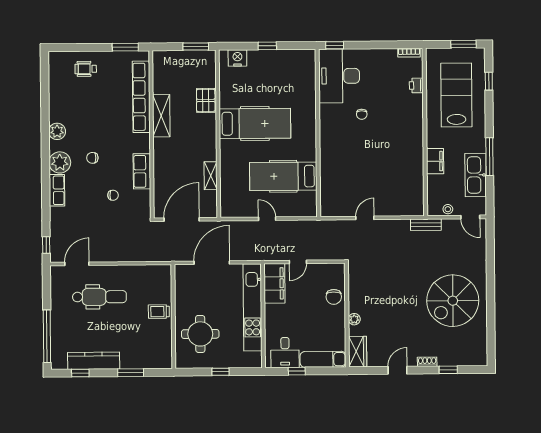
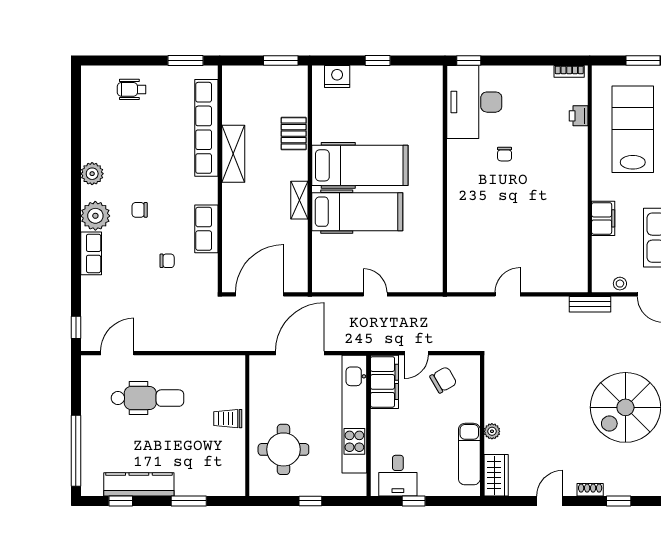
shelving: (211, 176) -> (299, 200), moved
hospital bed: (283, 176) -> (357, 212), moved, turned 180
chair: (334, 297) -> (443, 380), moved, turned -120
exam couch: (323, 359) -> (469, 454), moved, turned -90

